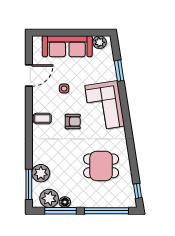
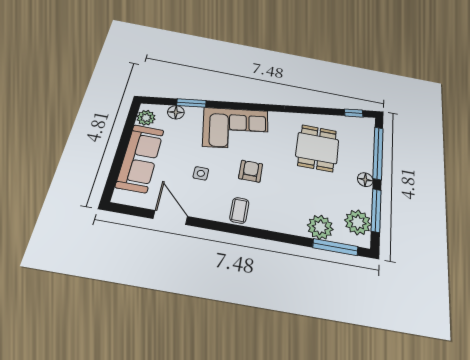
floor lamp: (109, 62) -> (176, 112), added
floor lamp: (65, 202) -> (365, 180), moved

